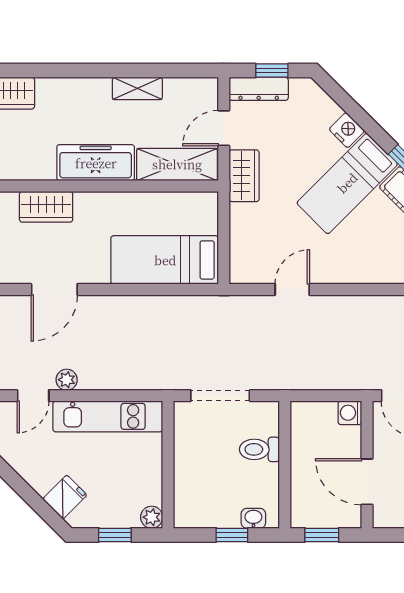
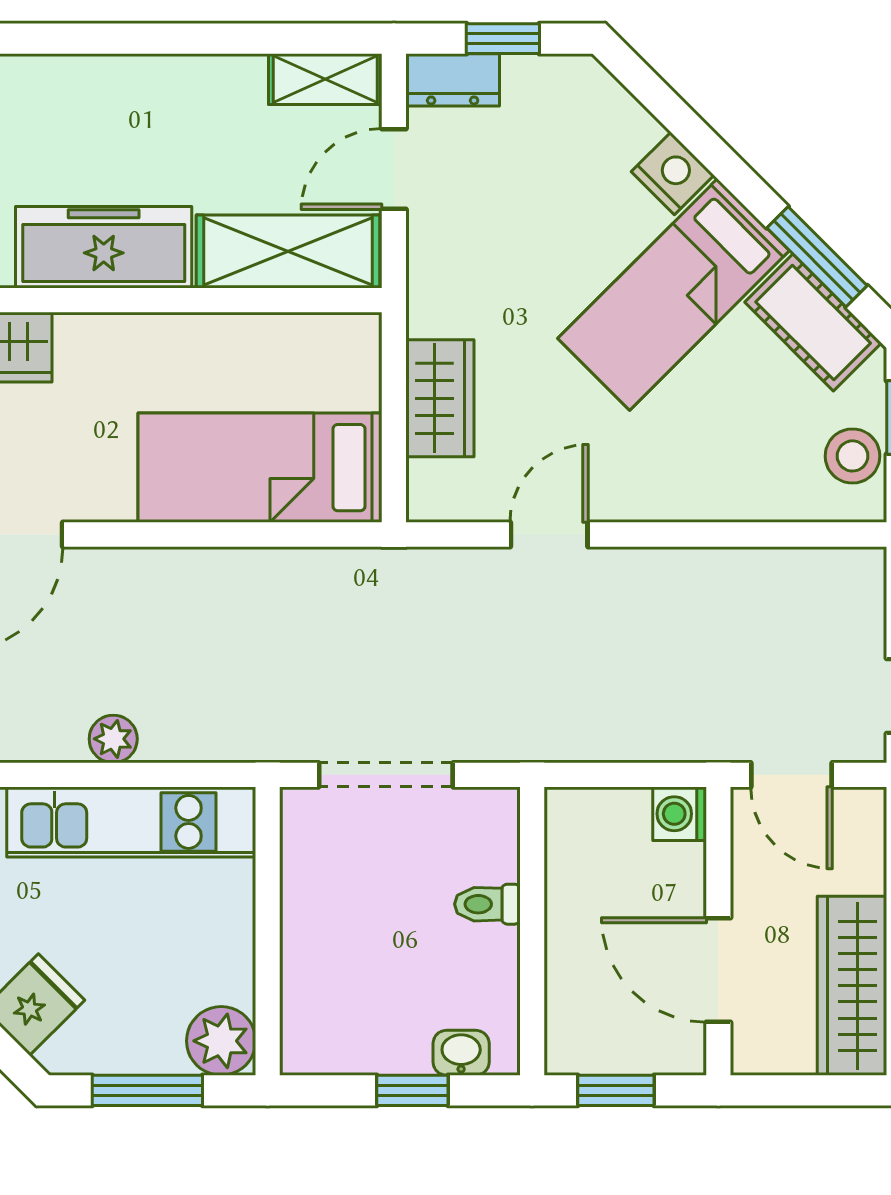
shelving: (137, 88) -> (325, 79), moved
dresser: (259, 89) -> (453, 80), width x0.70
wardrobe: (244, 176) -> (440, 398), moved
plant: (67, 380) -> (113, 739), moved
toilet: (259, 449) -> (487, 904), width x0.73, depth x0.72
plant: (152, 517) -> (221, 1041), width x1.38, depth x1.38
window: (115, 535) -> (147, 1090), width x1.50

